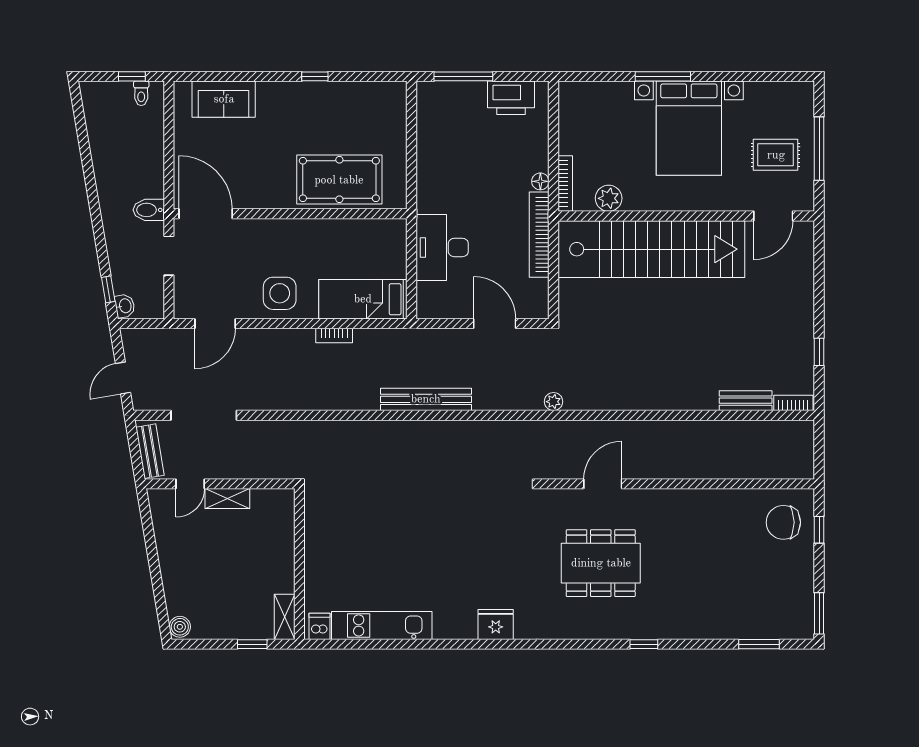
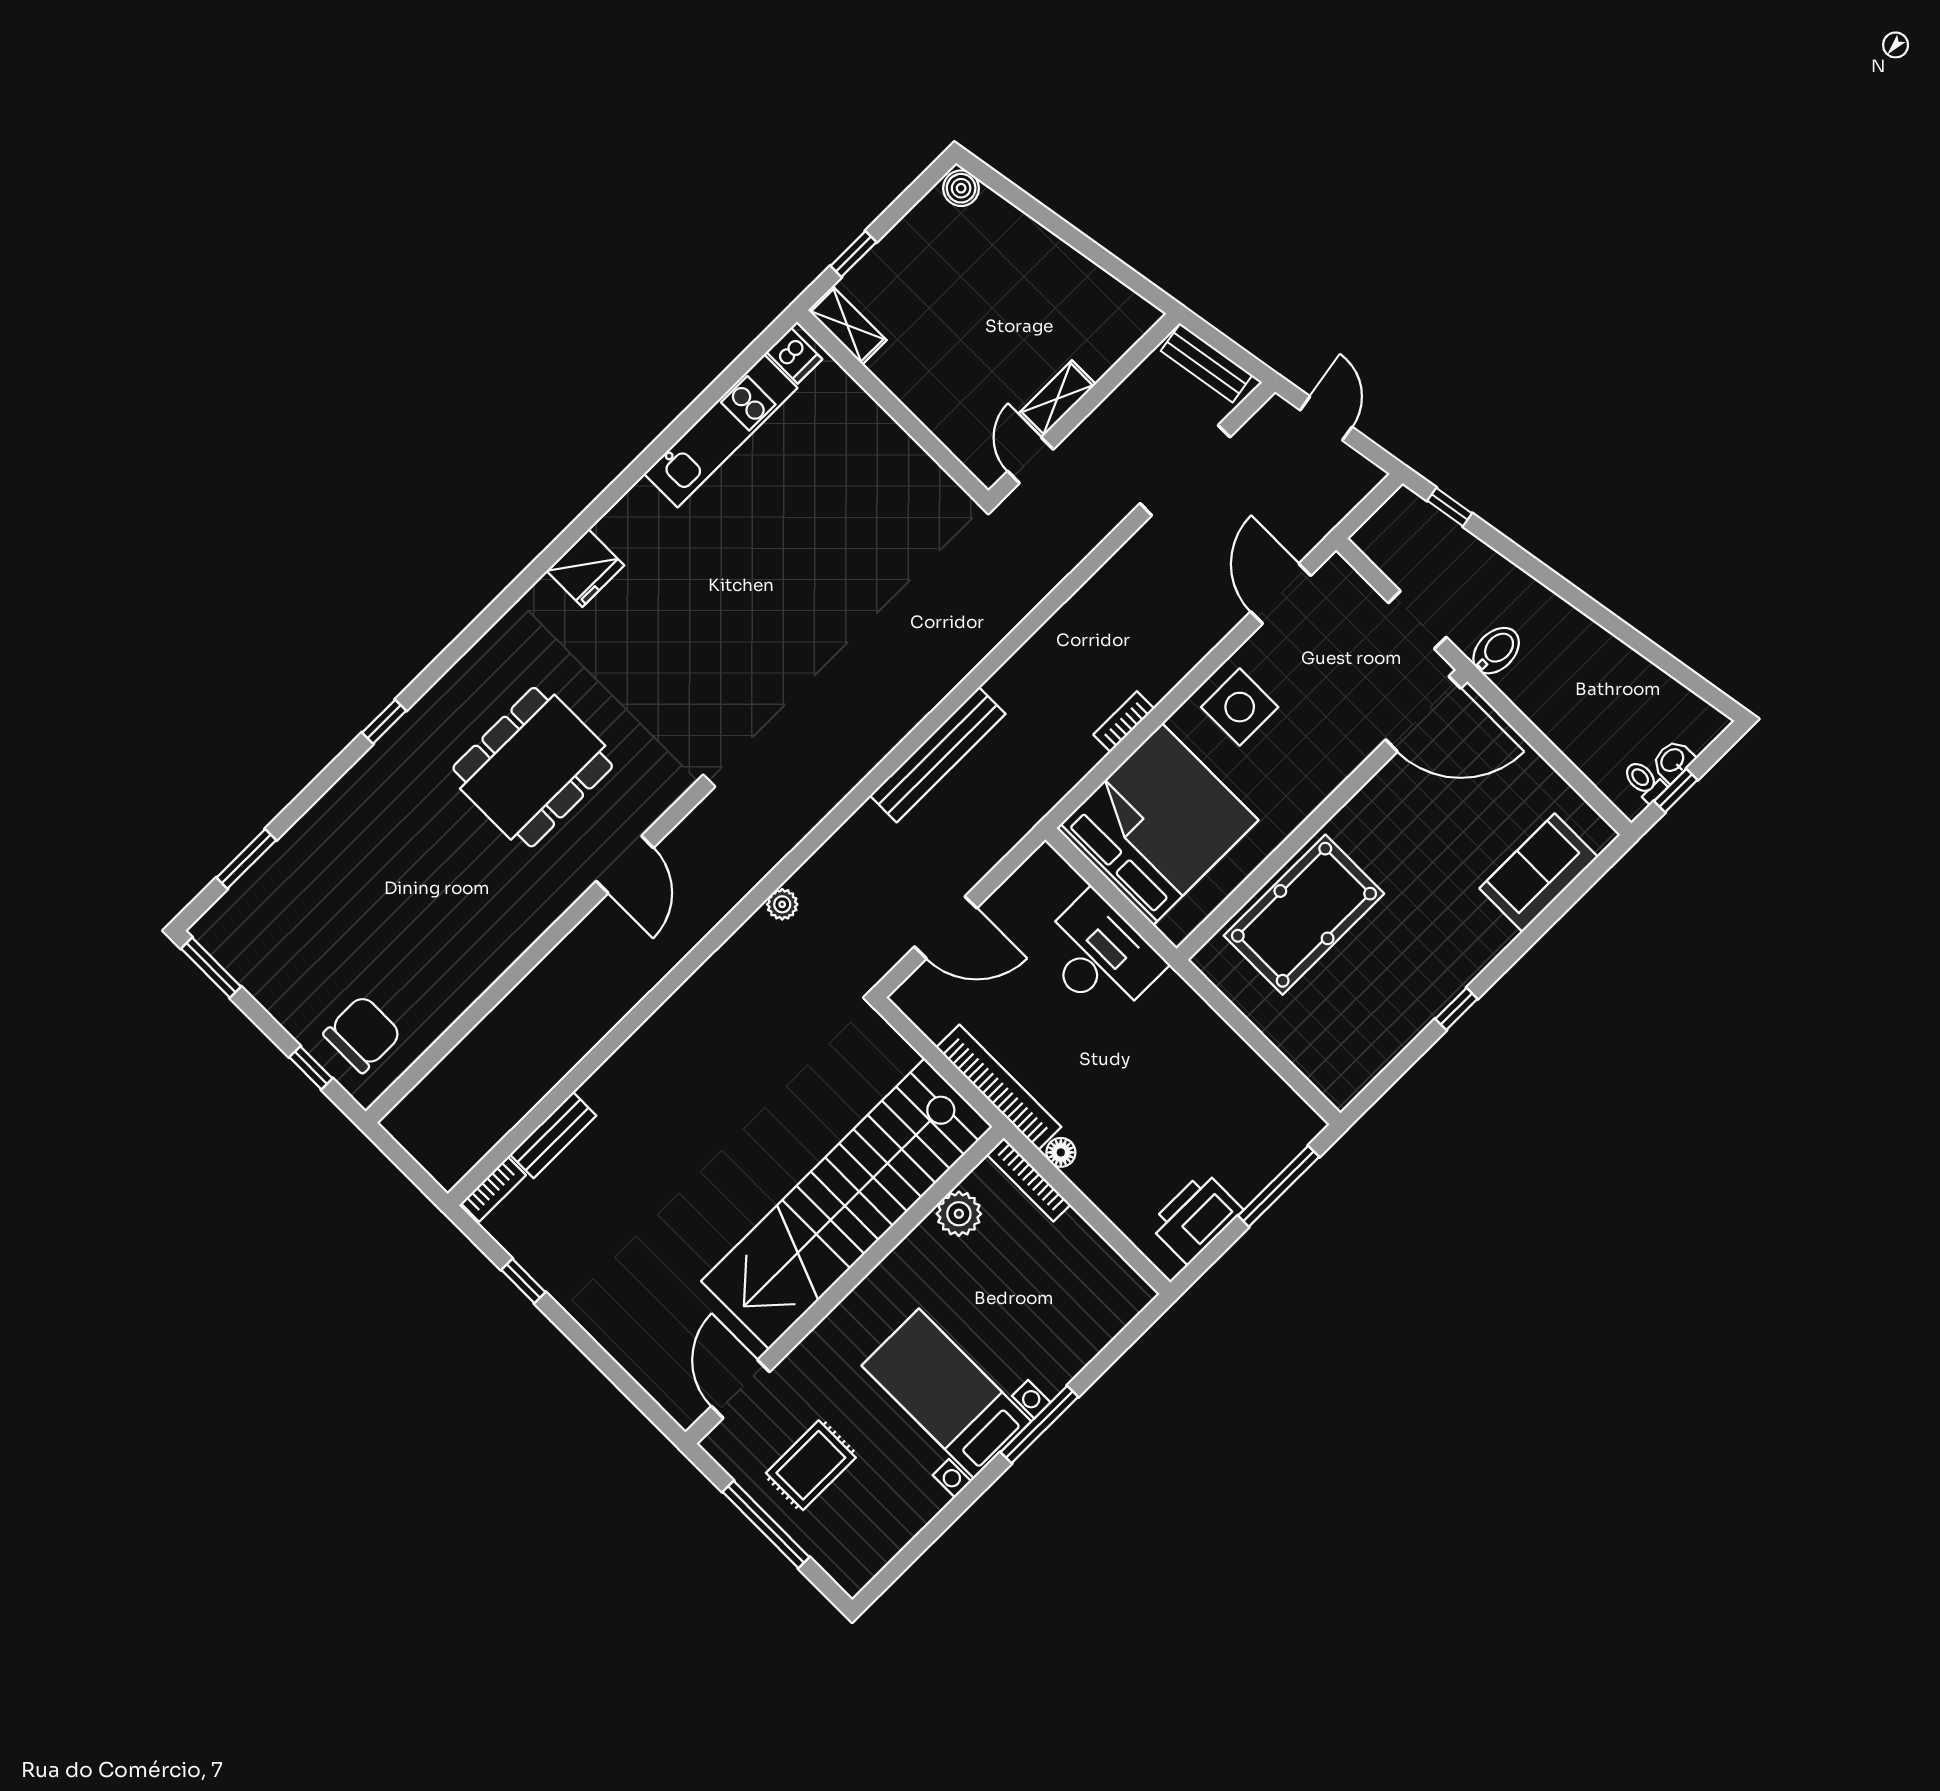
bed with nightstands: (689, 128) -> (946, 1393), width x0.73
bed: (363, 299) -> (1157, 824), width x2.04
washbasin: (125, 306) -> (1673, 761), moved, turned 99
door: (190, 484) -> (1030, 460), moved

